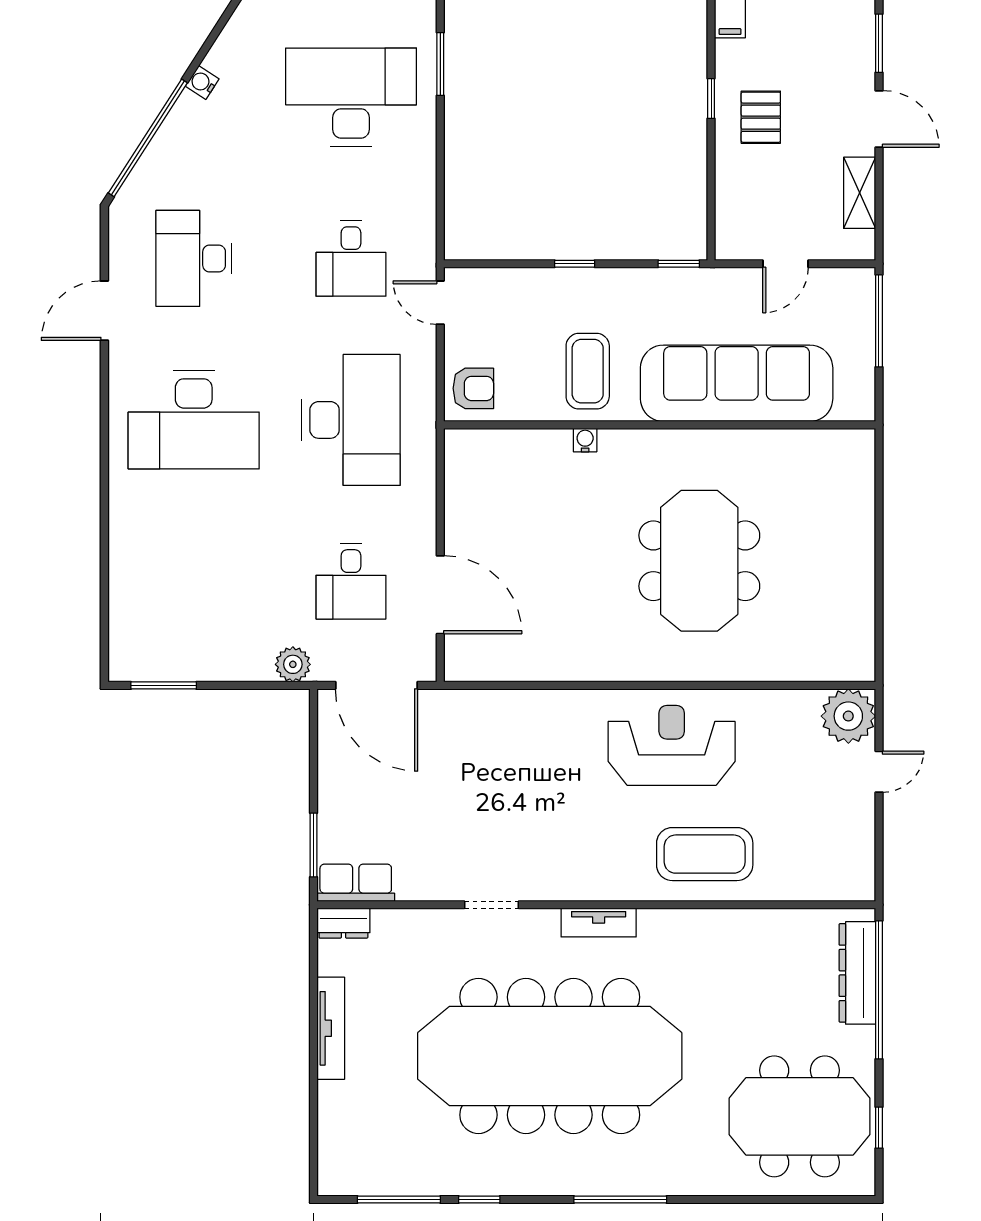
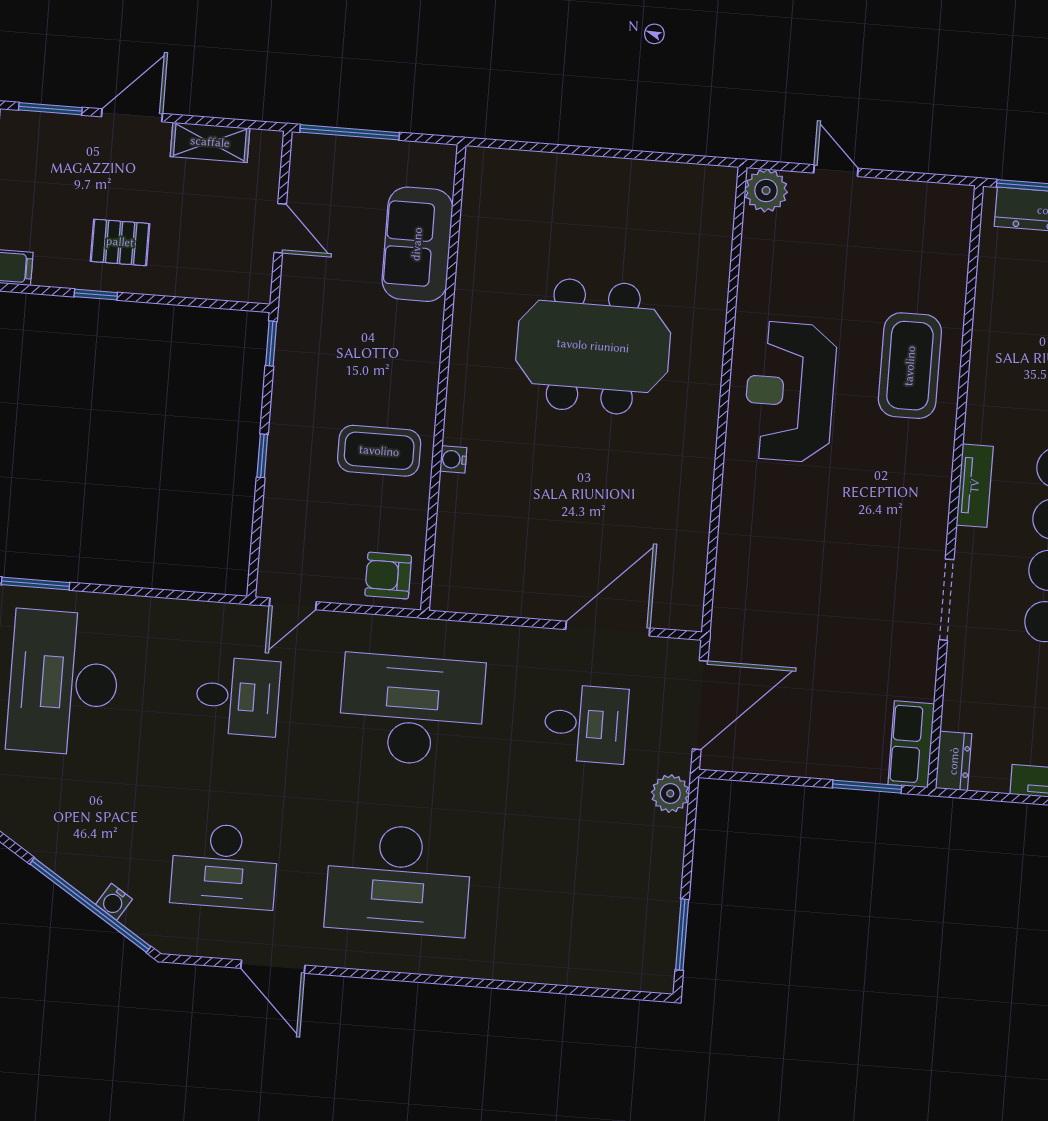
water cooler: (202, 83) -> (114, 902), moved
sofa: (737, 383) -> (417, 244), width x0.54, depth x0.79
armchair: (473, 388) -> (388, 576), turned -90
desk: (194, 420) -> (398, 880), turned 90
plant: (848, 716) -> (766, 190), width x0.73, depth x0.73
doorway: (492, 905) -> (946, 600), width x1.38

